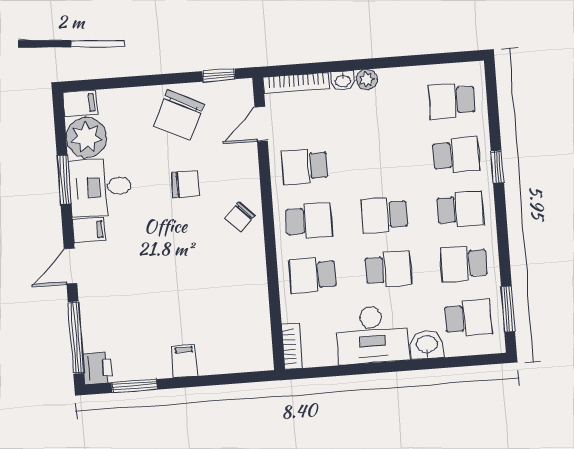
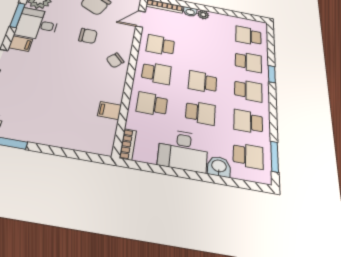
filing cabinet: (184, 361) -> (109, 110), moved, turned -90

